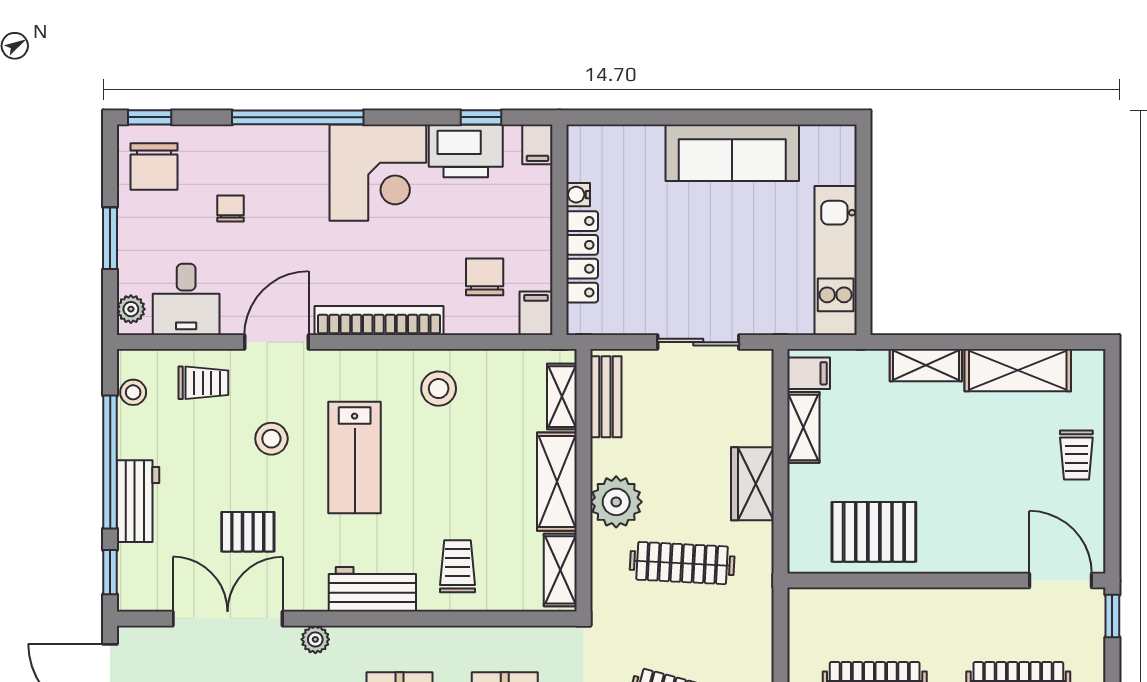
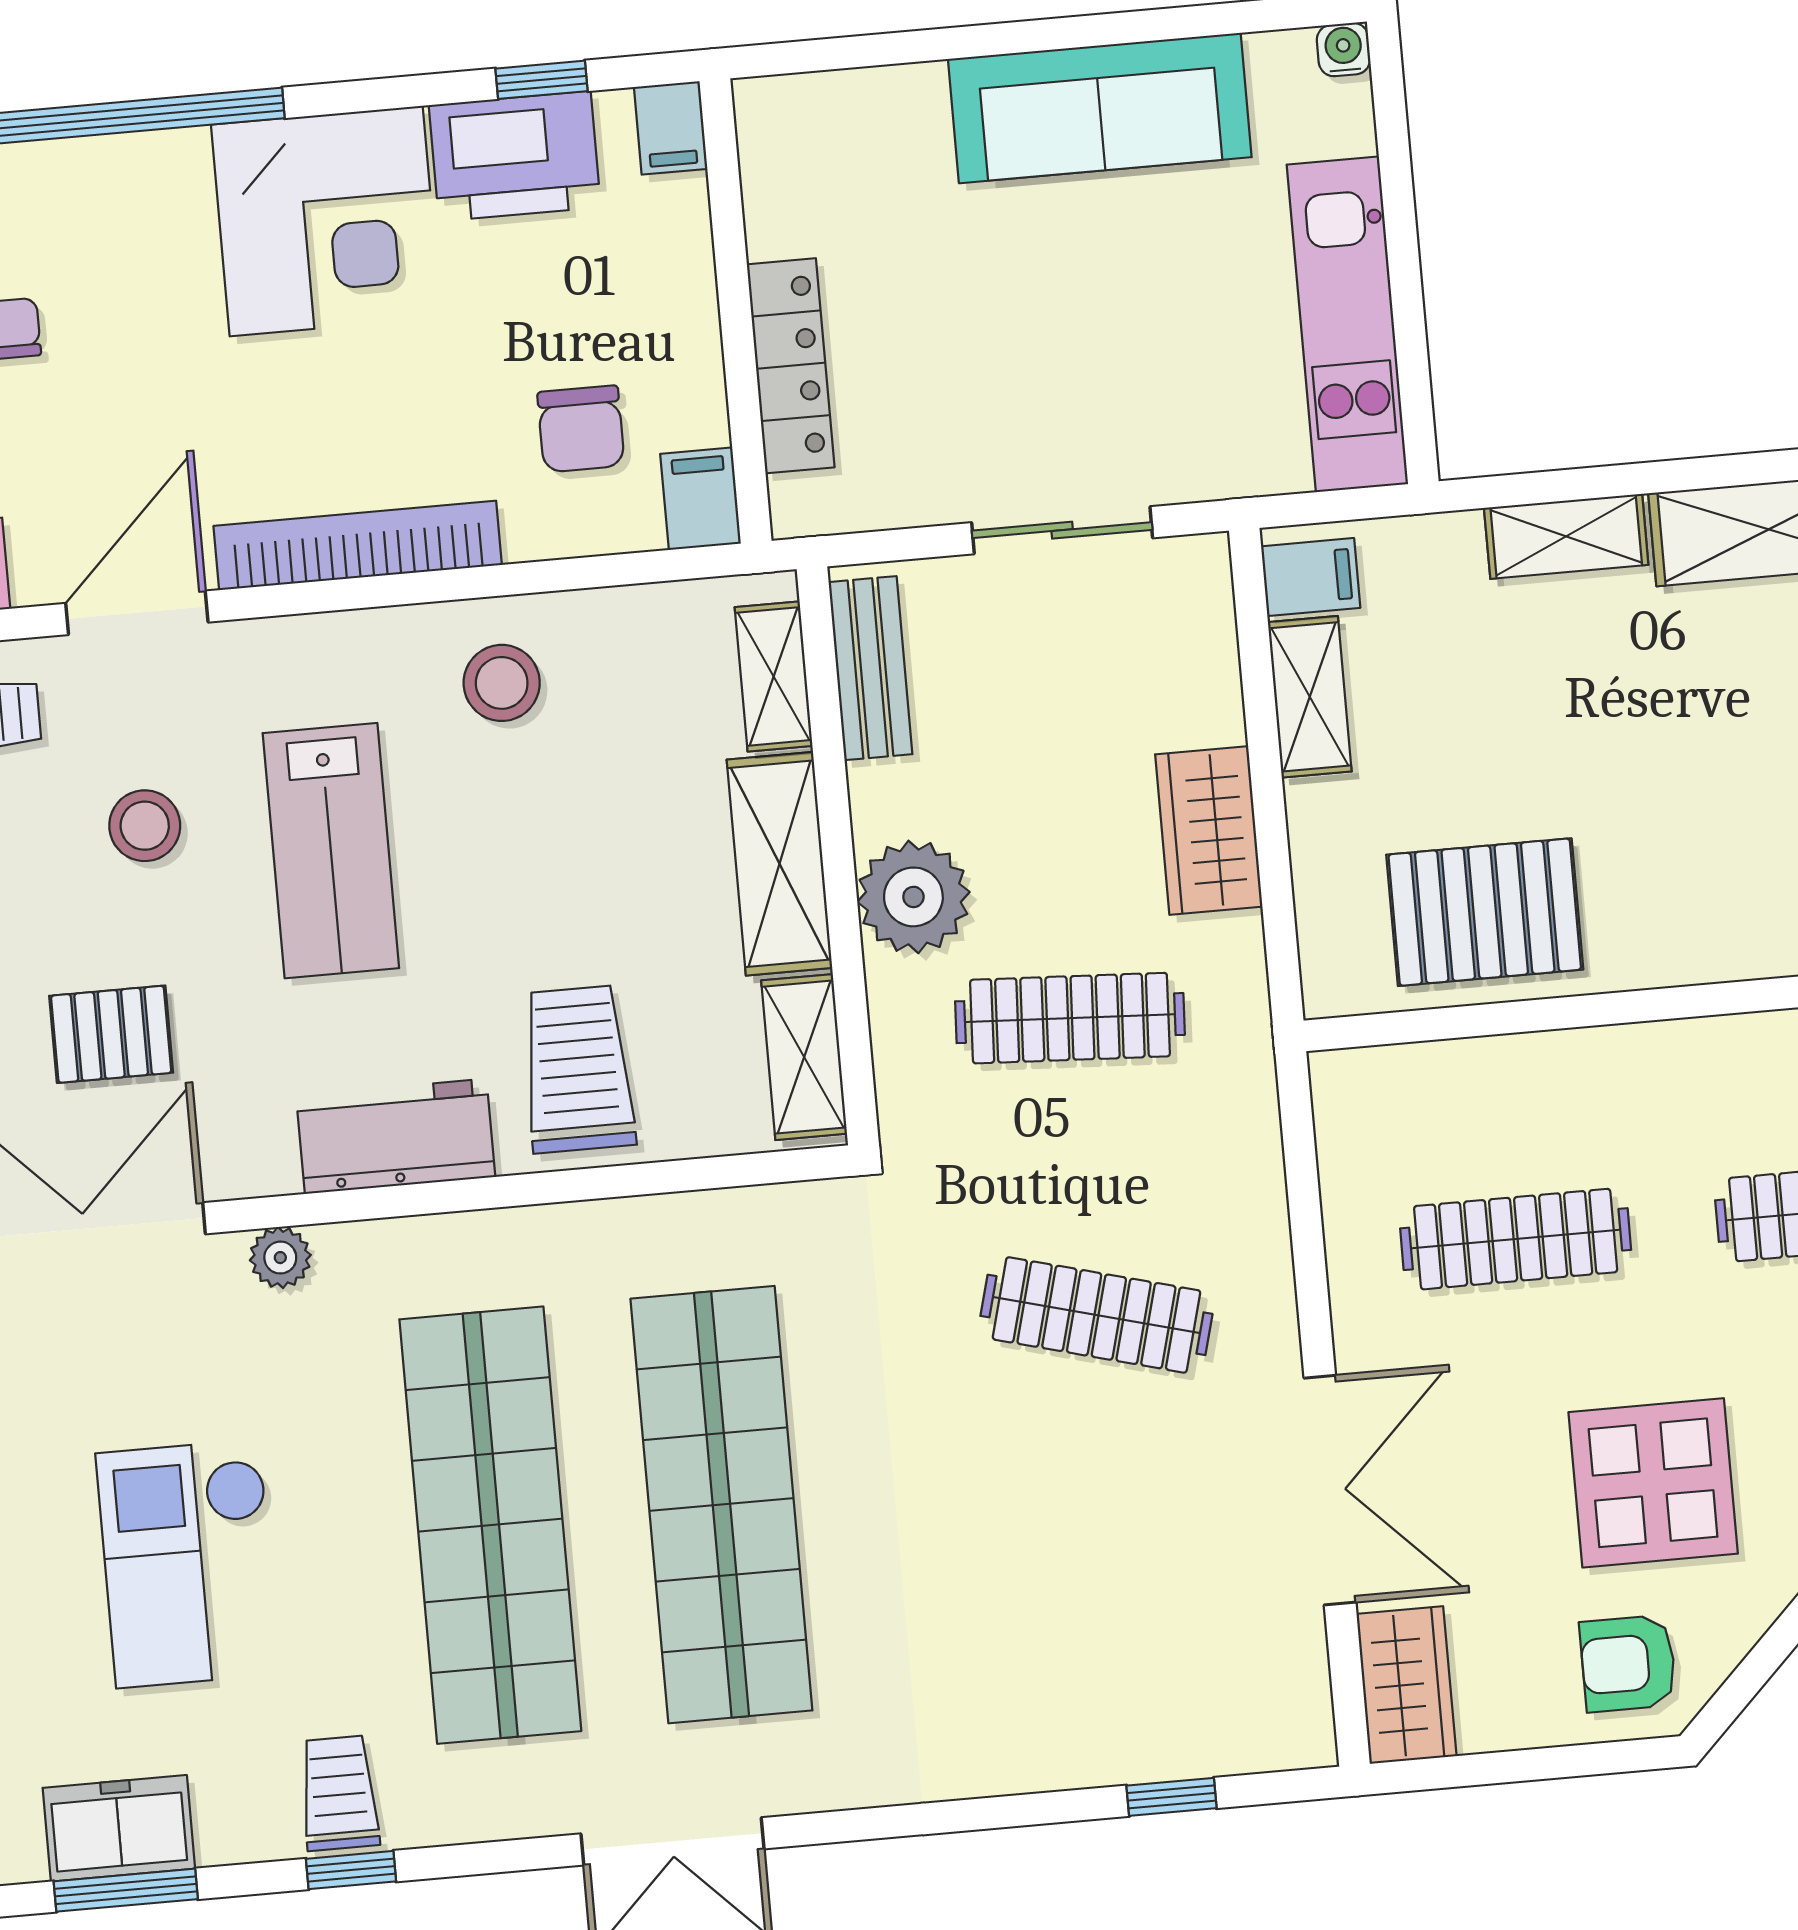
water cooler: (578, 195) -> (1344, 50), moved, turned 90
chair: (485, 277) -> (581, 429), turned 180
trolley: (457, 566) -> (578, 1069), width x1.36, depth x1.39

